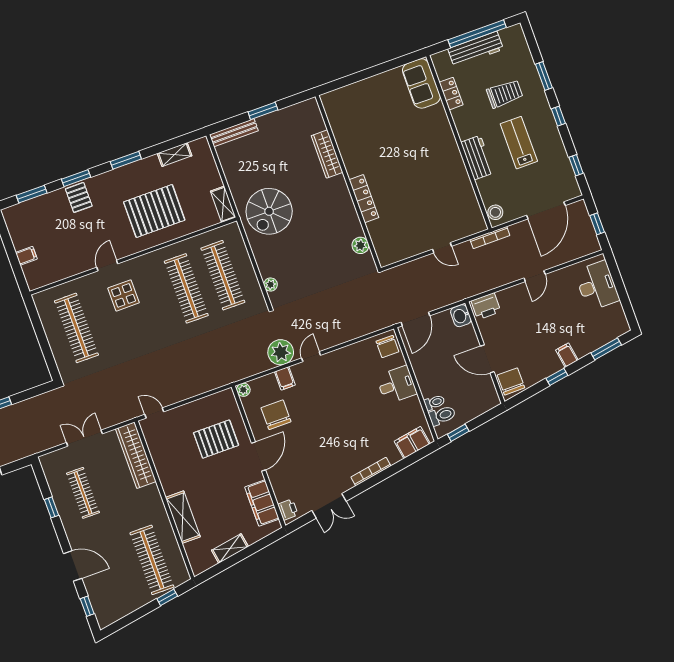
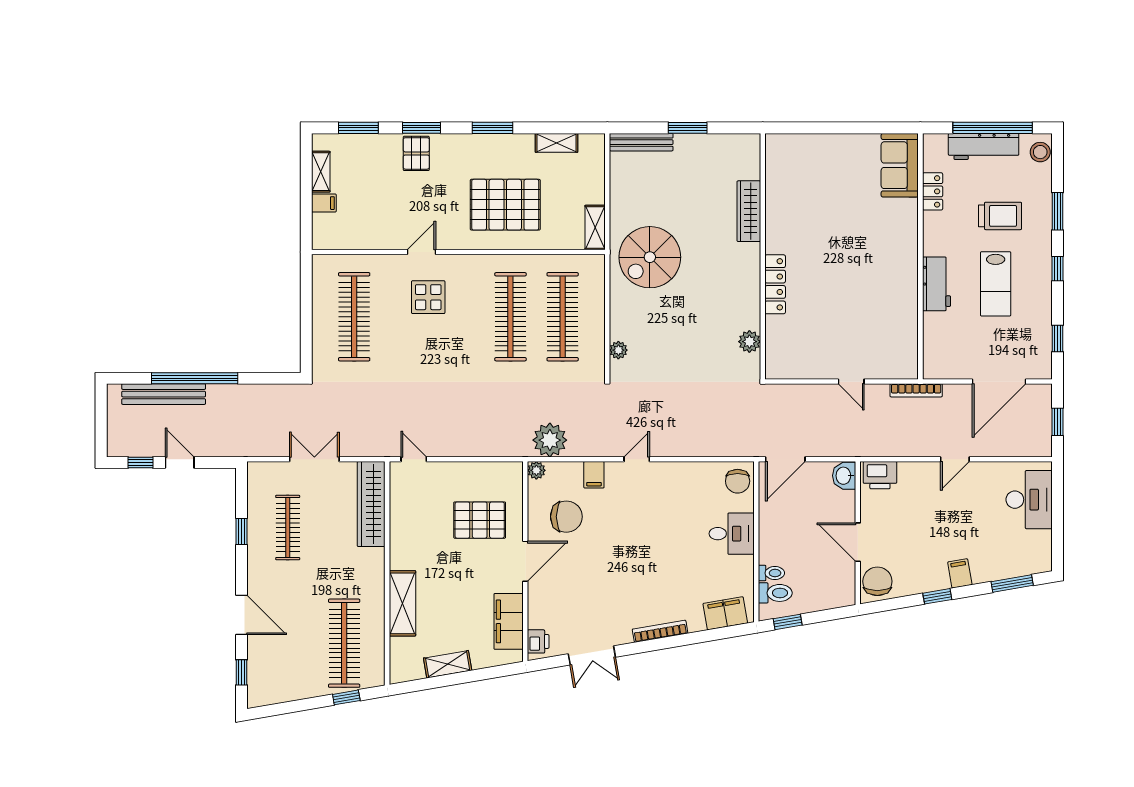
lab bench: (519, 143) -> (996, 284), turned 180
stool: (495, 212) -> (1040, 152), moved
shelving: (16, 234) -> (321, 172), added
plant: (281, 352) -> (550, 440), moved
chair: (276, 415) -> (566, 517), turned 90

